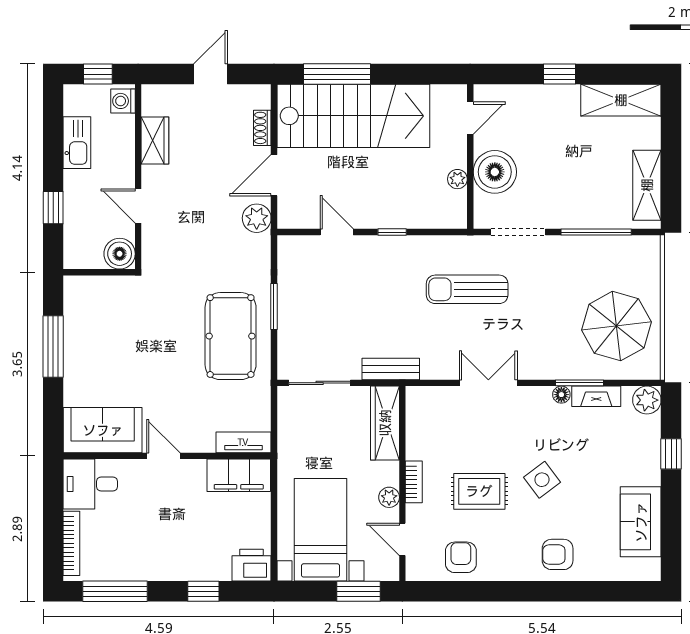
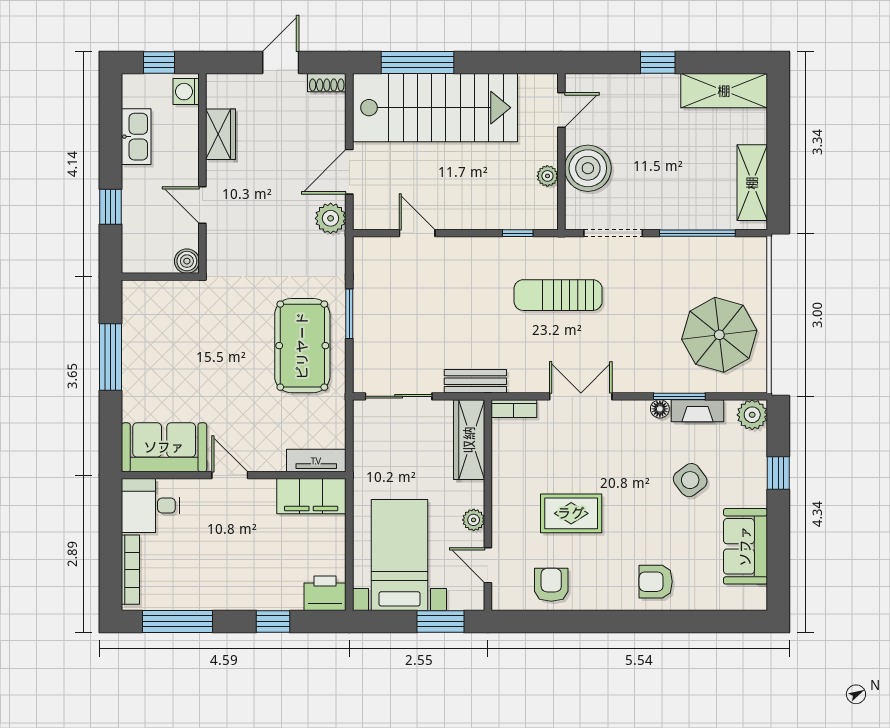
shoe rack: (262, 128) -> (327, 83), moved, turned -90
window: (392, 232) -> (518, 233), moved
boiler: (120, 254) -> (187, 261), width x0.73, depth x0.73
side table: (542, 480) -> (690, 480), moved
bookcase: (414, 482) -> (514, 409), moved, turned 90

